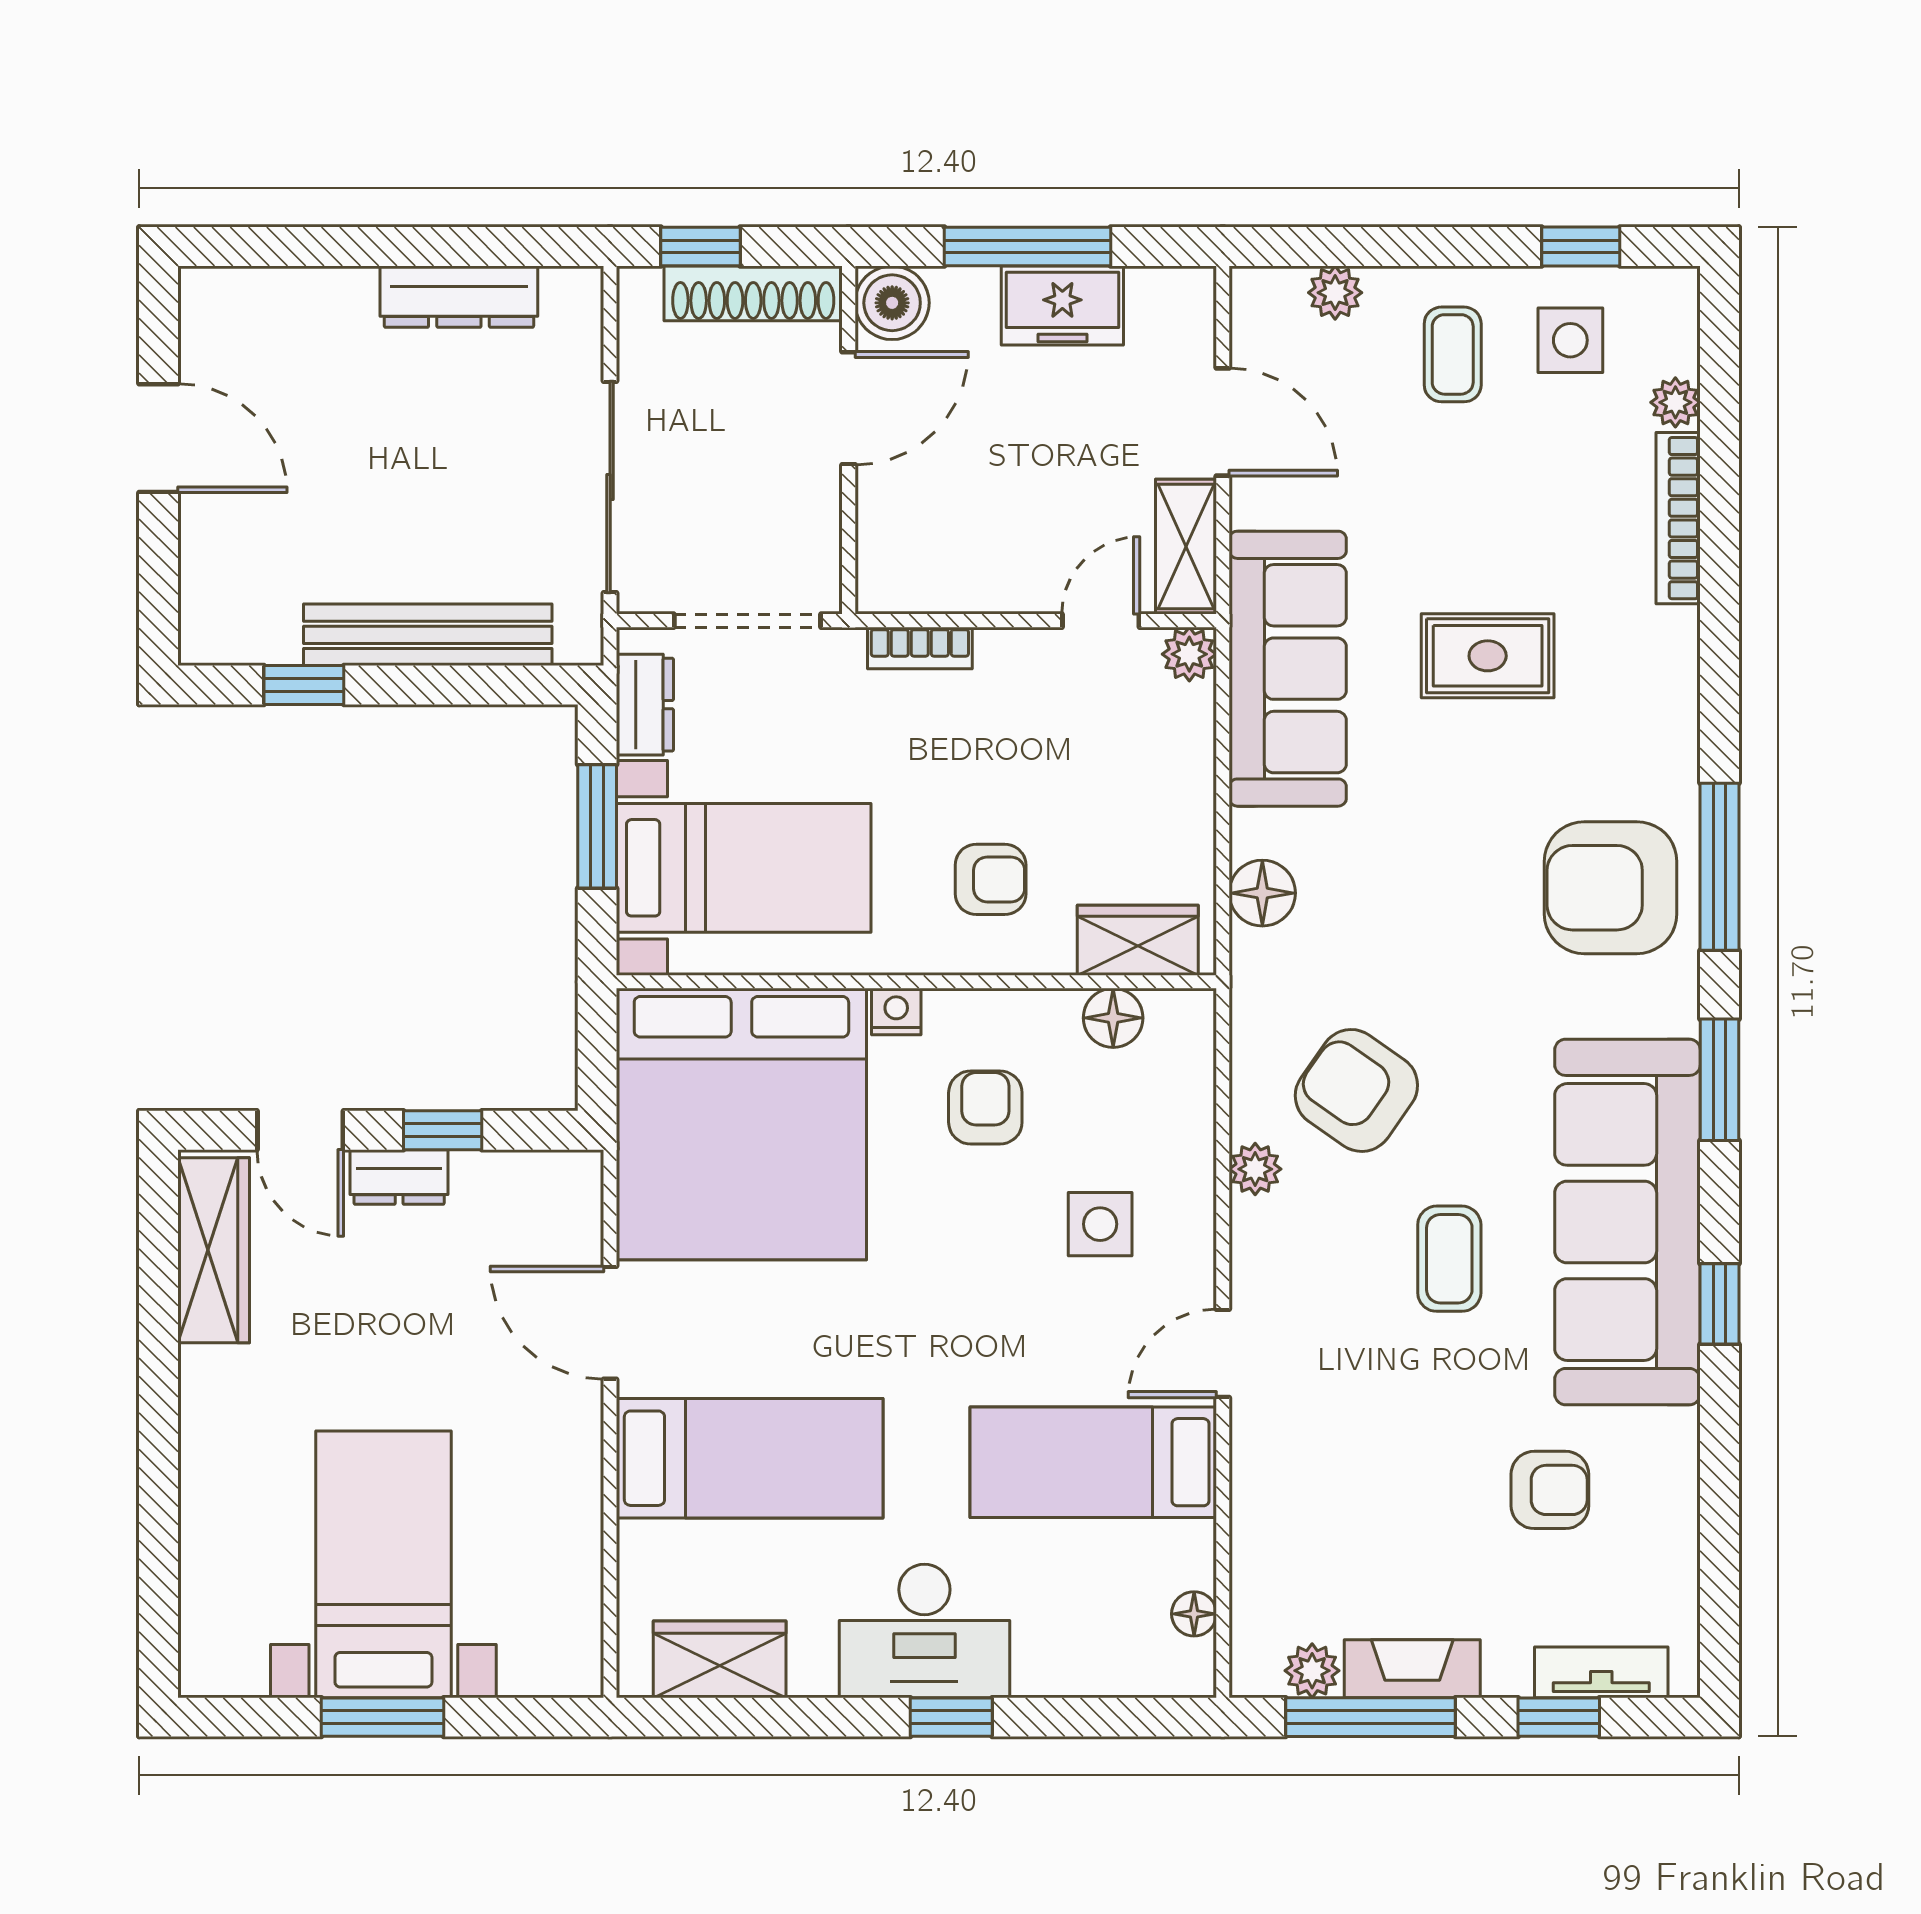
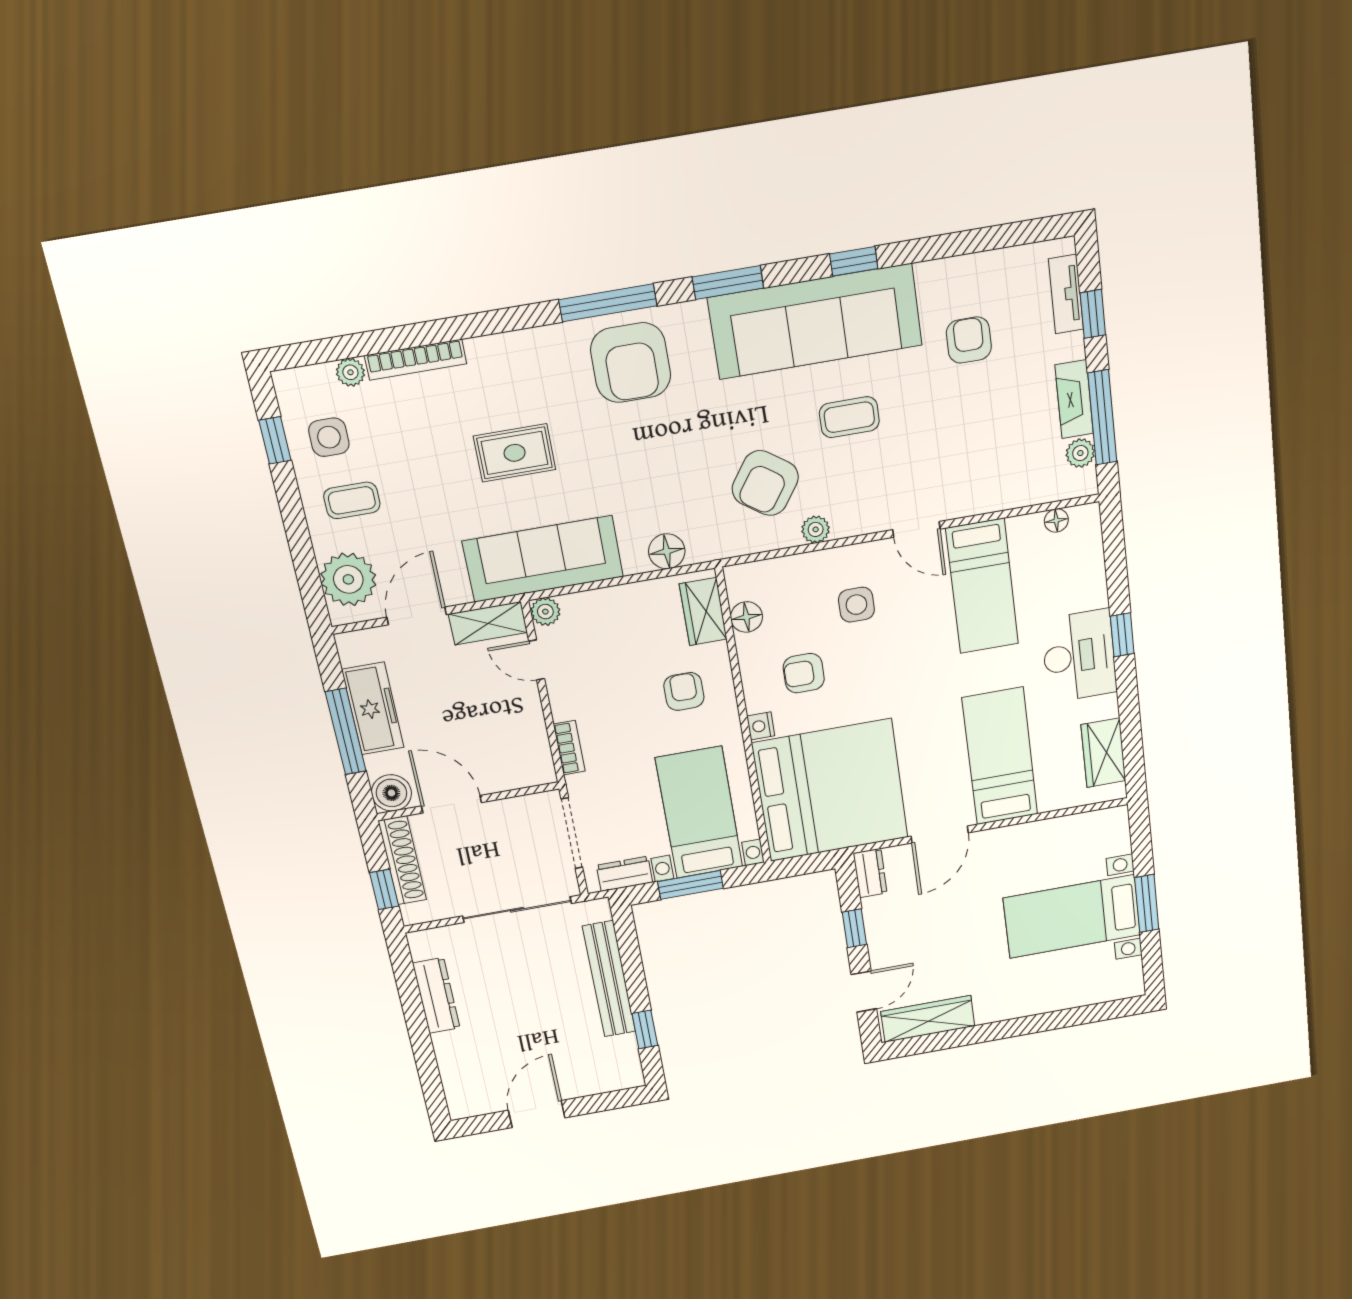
plant: (1335, 293) -> (348, 579), width x1.88, depth x1.88
freezer: (1062, 305) -> (373, 709), width x1.40
rug: (1488, 656) -> (515, 453), turned 90
dresser: (399, 1177) -> (870, 873), moved

